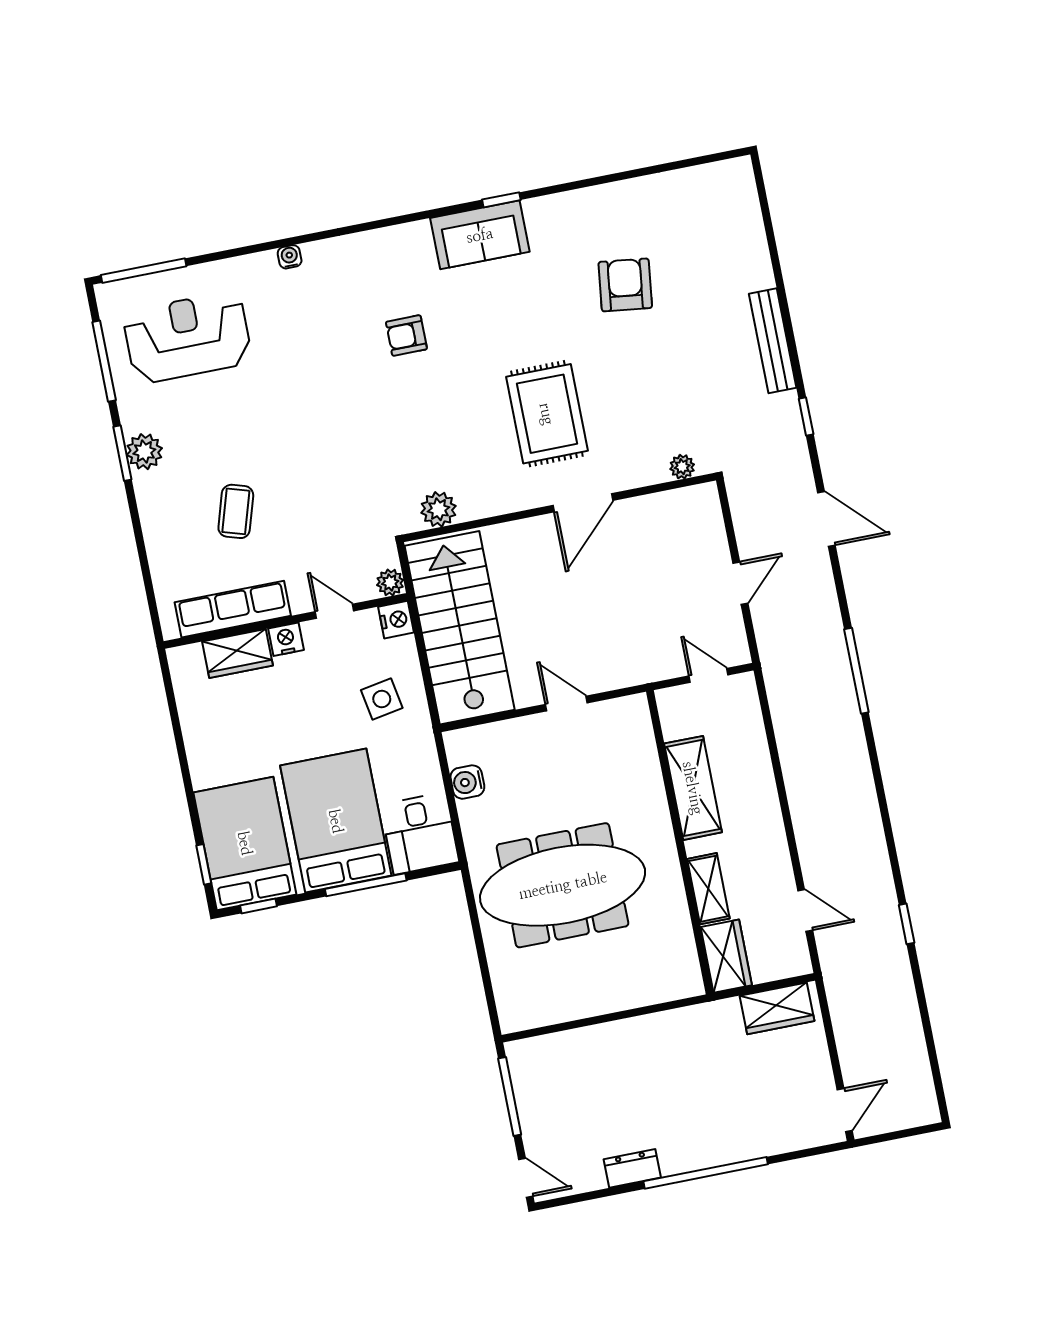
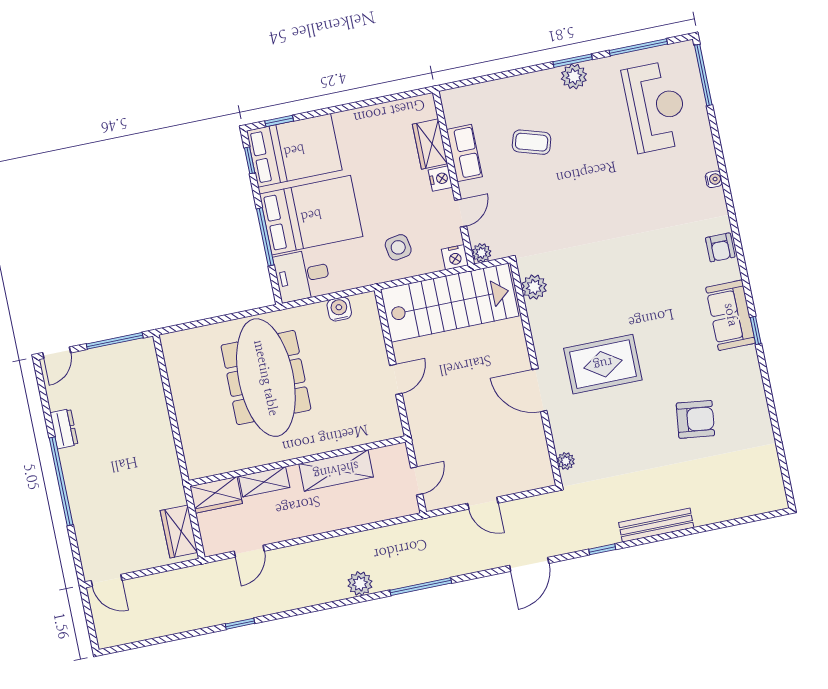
armchair: (406, 336) -> (720, 247), moved, turned 180
row of seats: (233, 609) -> (464, 153), width x0.68
plant: (852, 756) -> (360, 584), added

